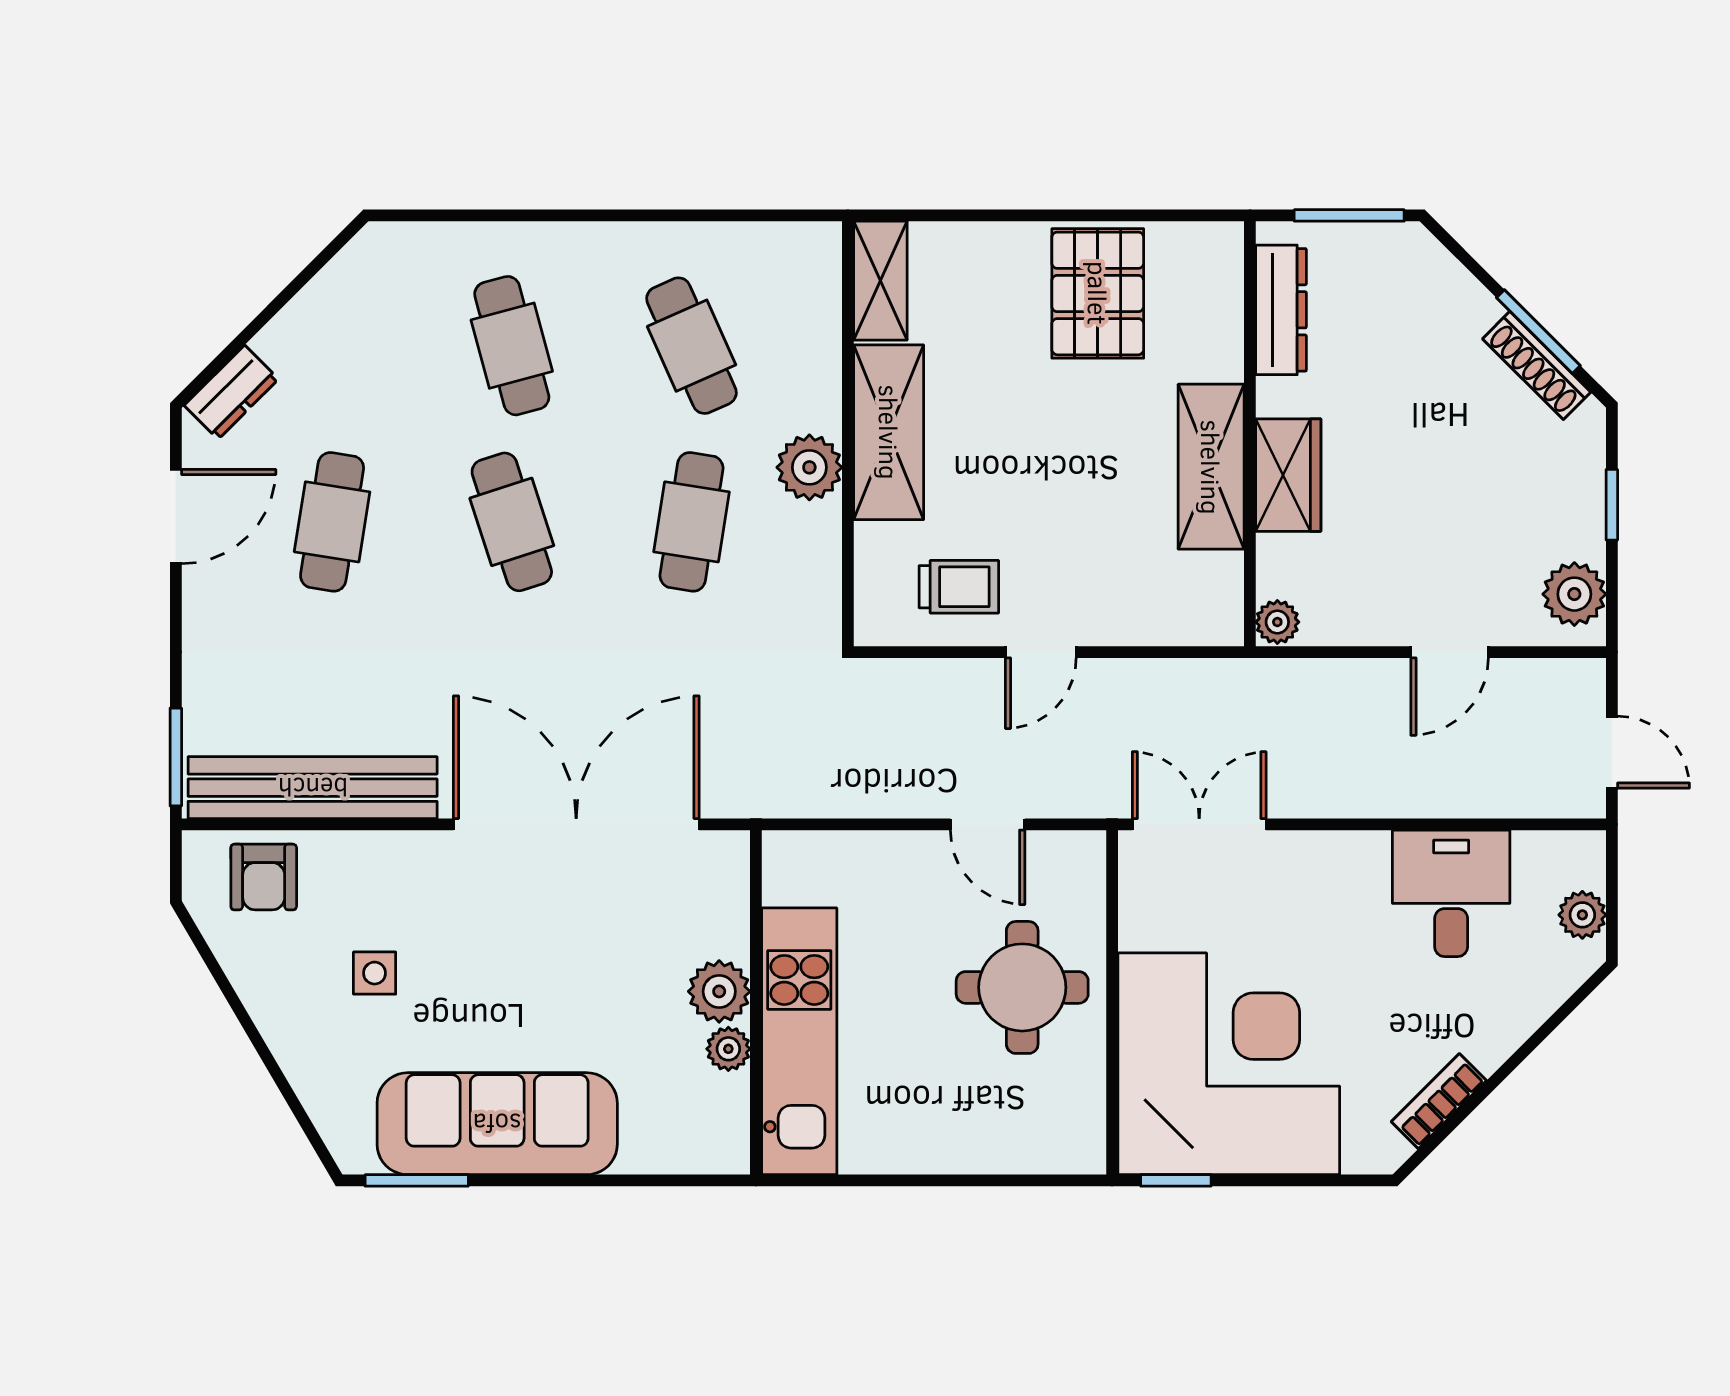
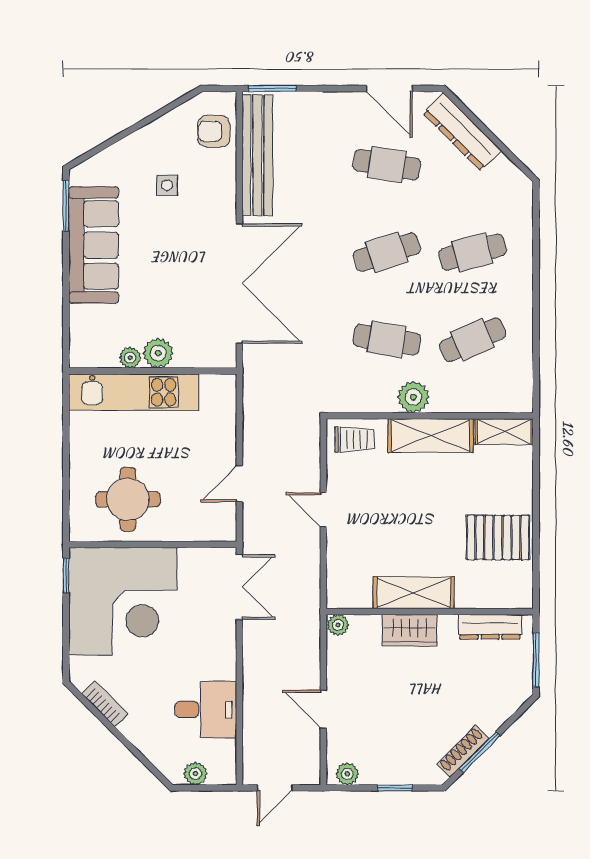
dresser: (231, 392) -> (462, 132), width x1.96, depth x1.24
trolley: (959, 587) -> (354, 440), moved, turned -90
plant: (1574, 594) -> (347, 774), width x0.73, depth x0.73
round table: (1022, 987) -> (128, 499), moved

